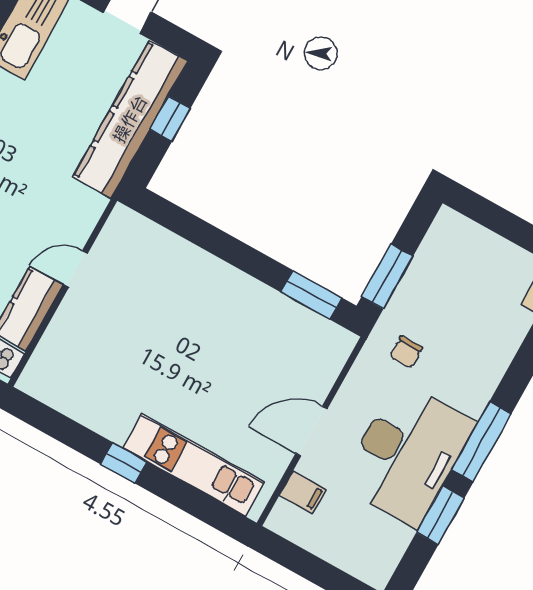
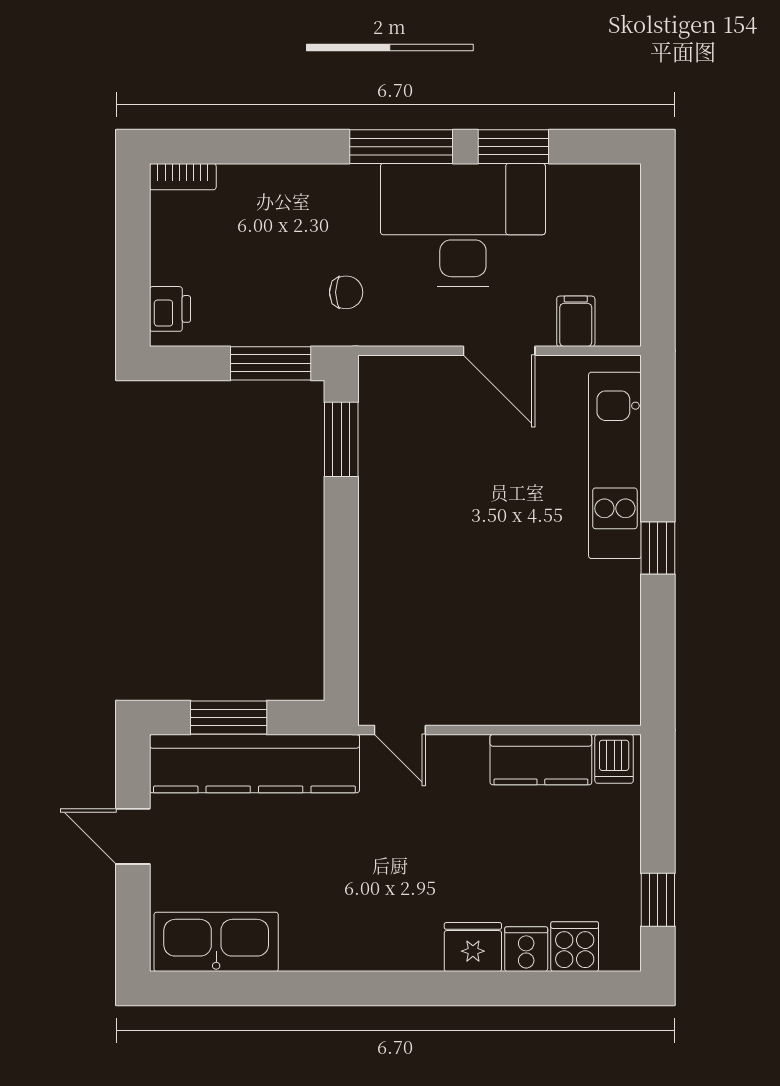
window: (170, 119) -> (229, 718), width x1.50
printer: (460, 230) -> (170, 309), added
door: (75, 269) -> (400, 730), moved

